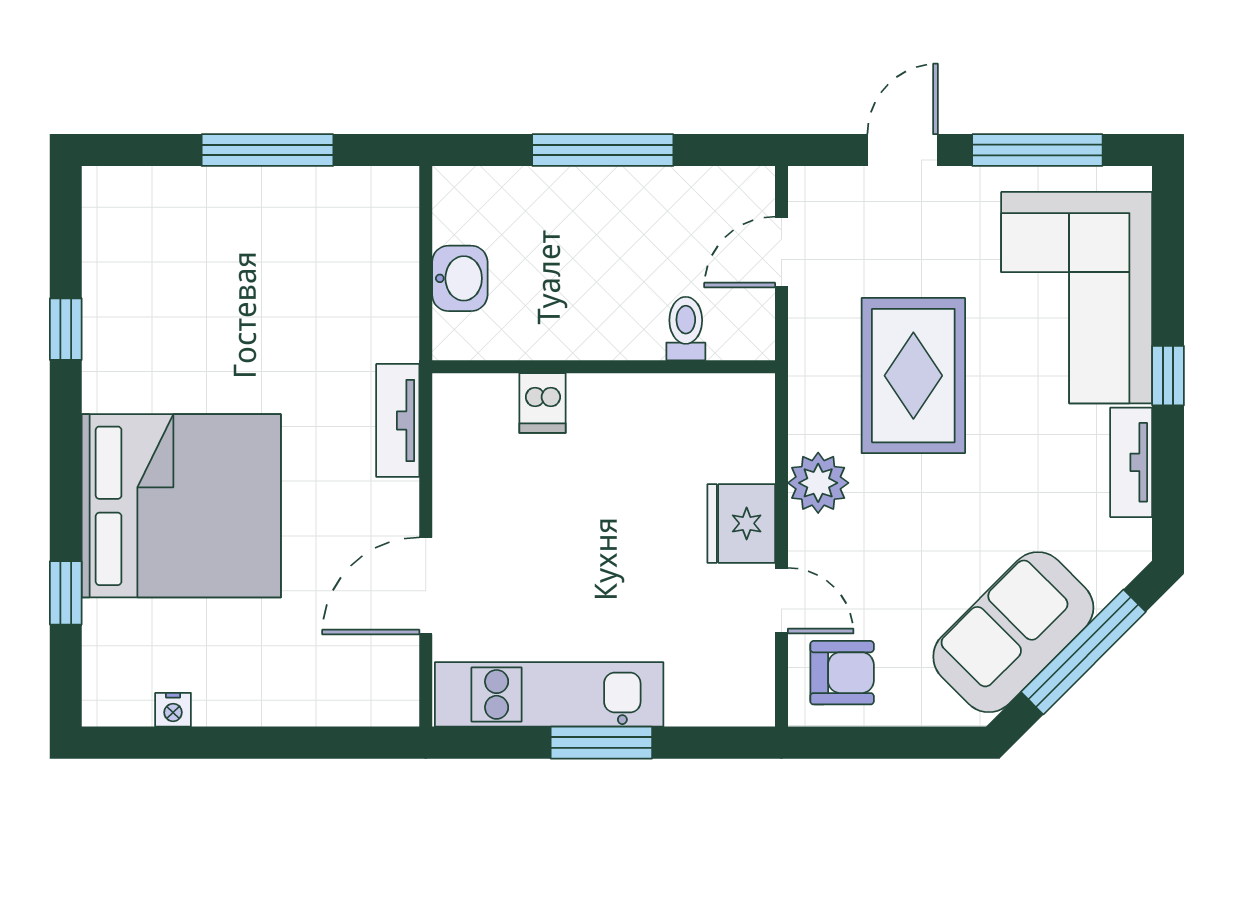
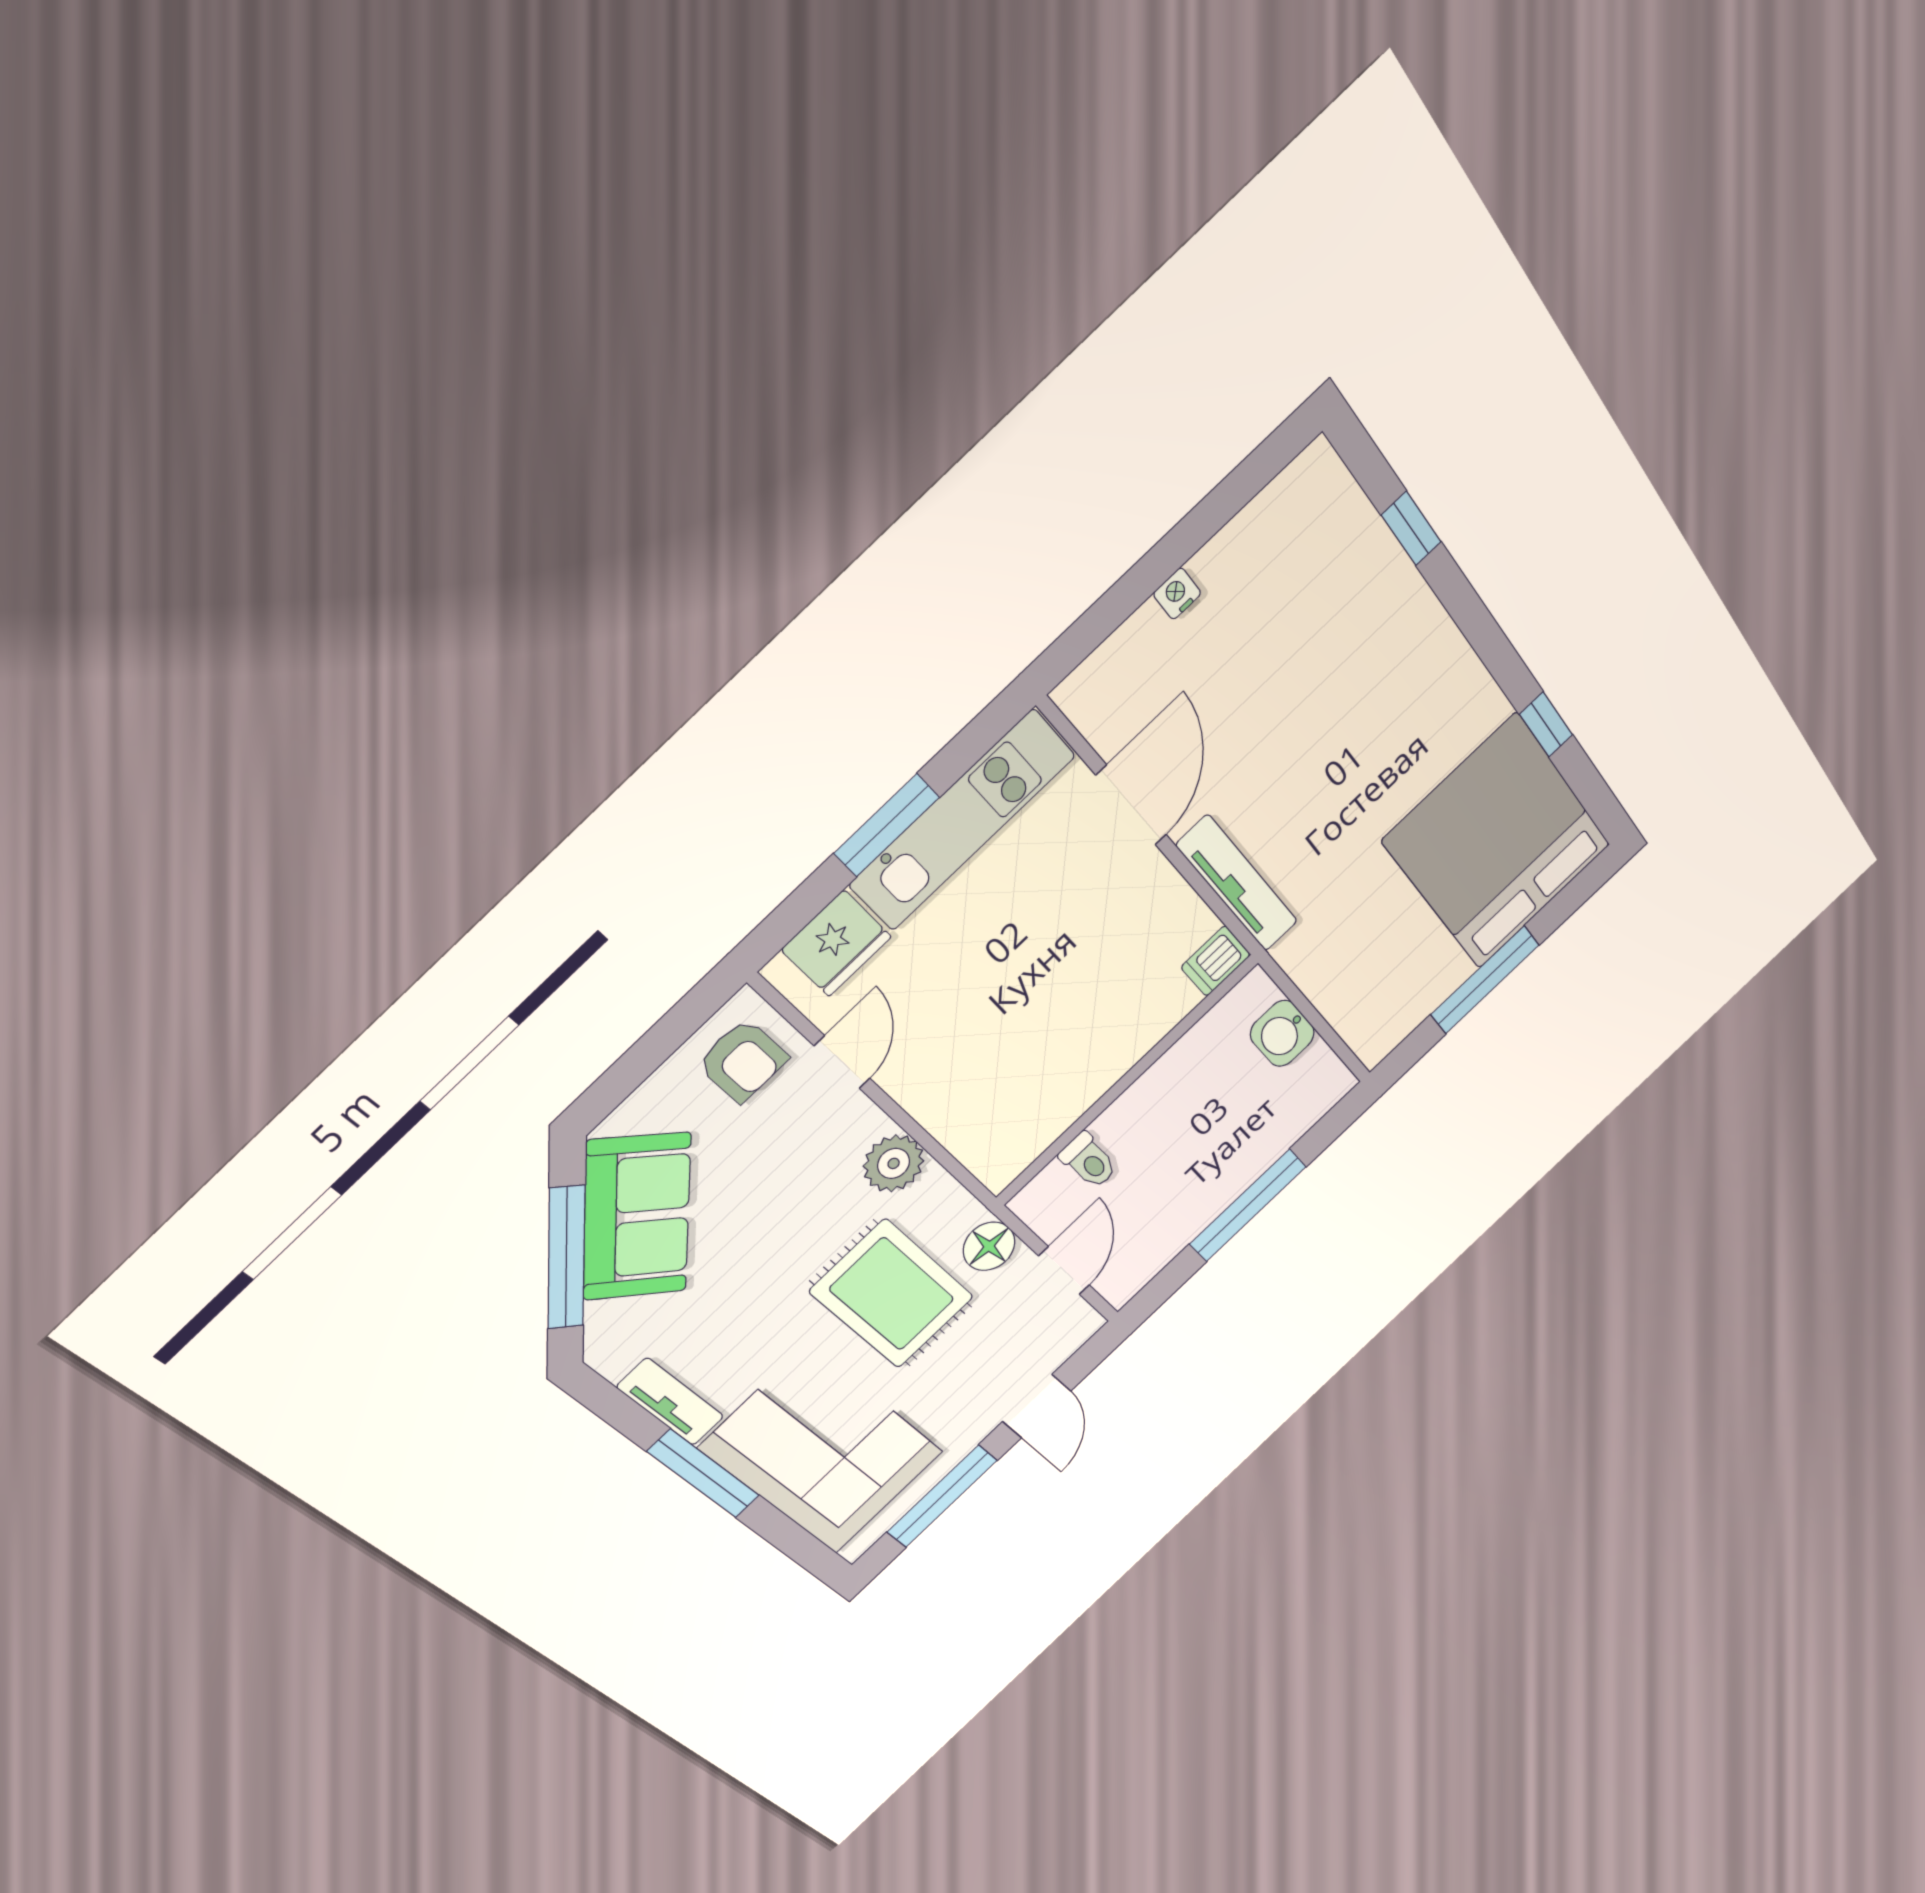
floor lamp: (815, 337) -> (989, 1246), added
window: (1168, 376) -> (704, 1474), width x2.17
dishwasher: (542, 403) -> (1216, 961), moved, turned -90
tv unit: (398, 420) -> (1237, 884), width x1.41
bed: (181, 506) -> (1497, 843), moved, turned 90
fridge: (741, 523) -> (836, 943), moved, turned 90
door: (781, 601) -> (842, 1062), swing flipped
armchair: (842, 673) -> (743, 1061), turned -90
nightstand: (173, 710) -> (1177, 594), moved

